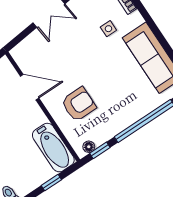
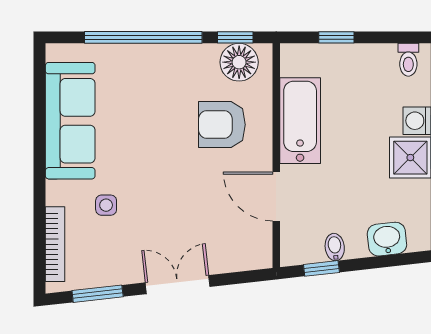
floor lamp: (89, 147) -> (239, 62), width x1.89, depth x1.89
bathtub: (53, 148) -> (300, 121), moved

